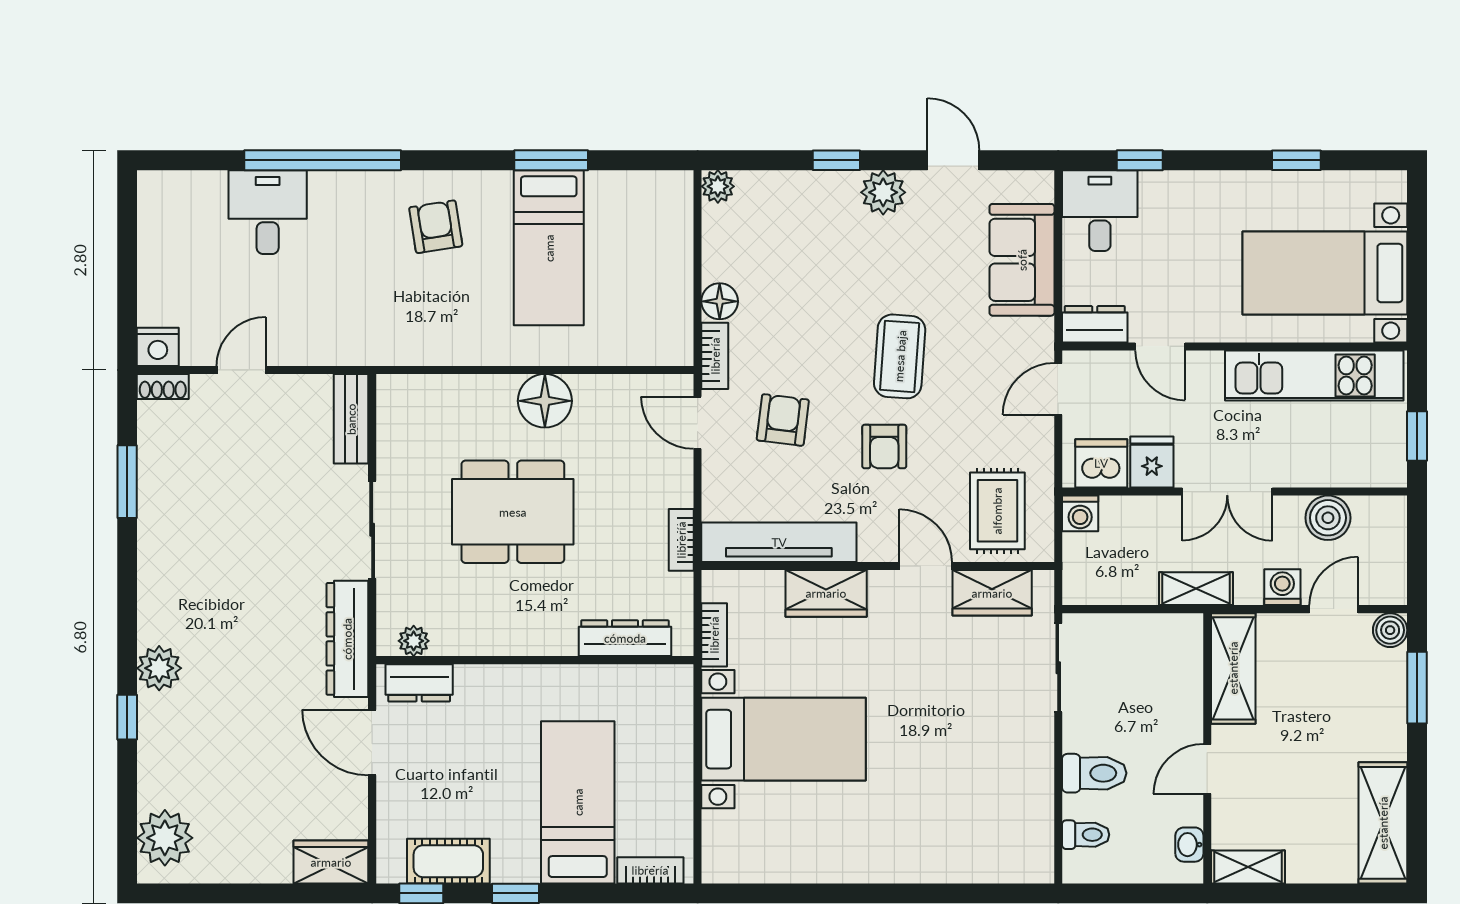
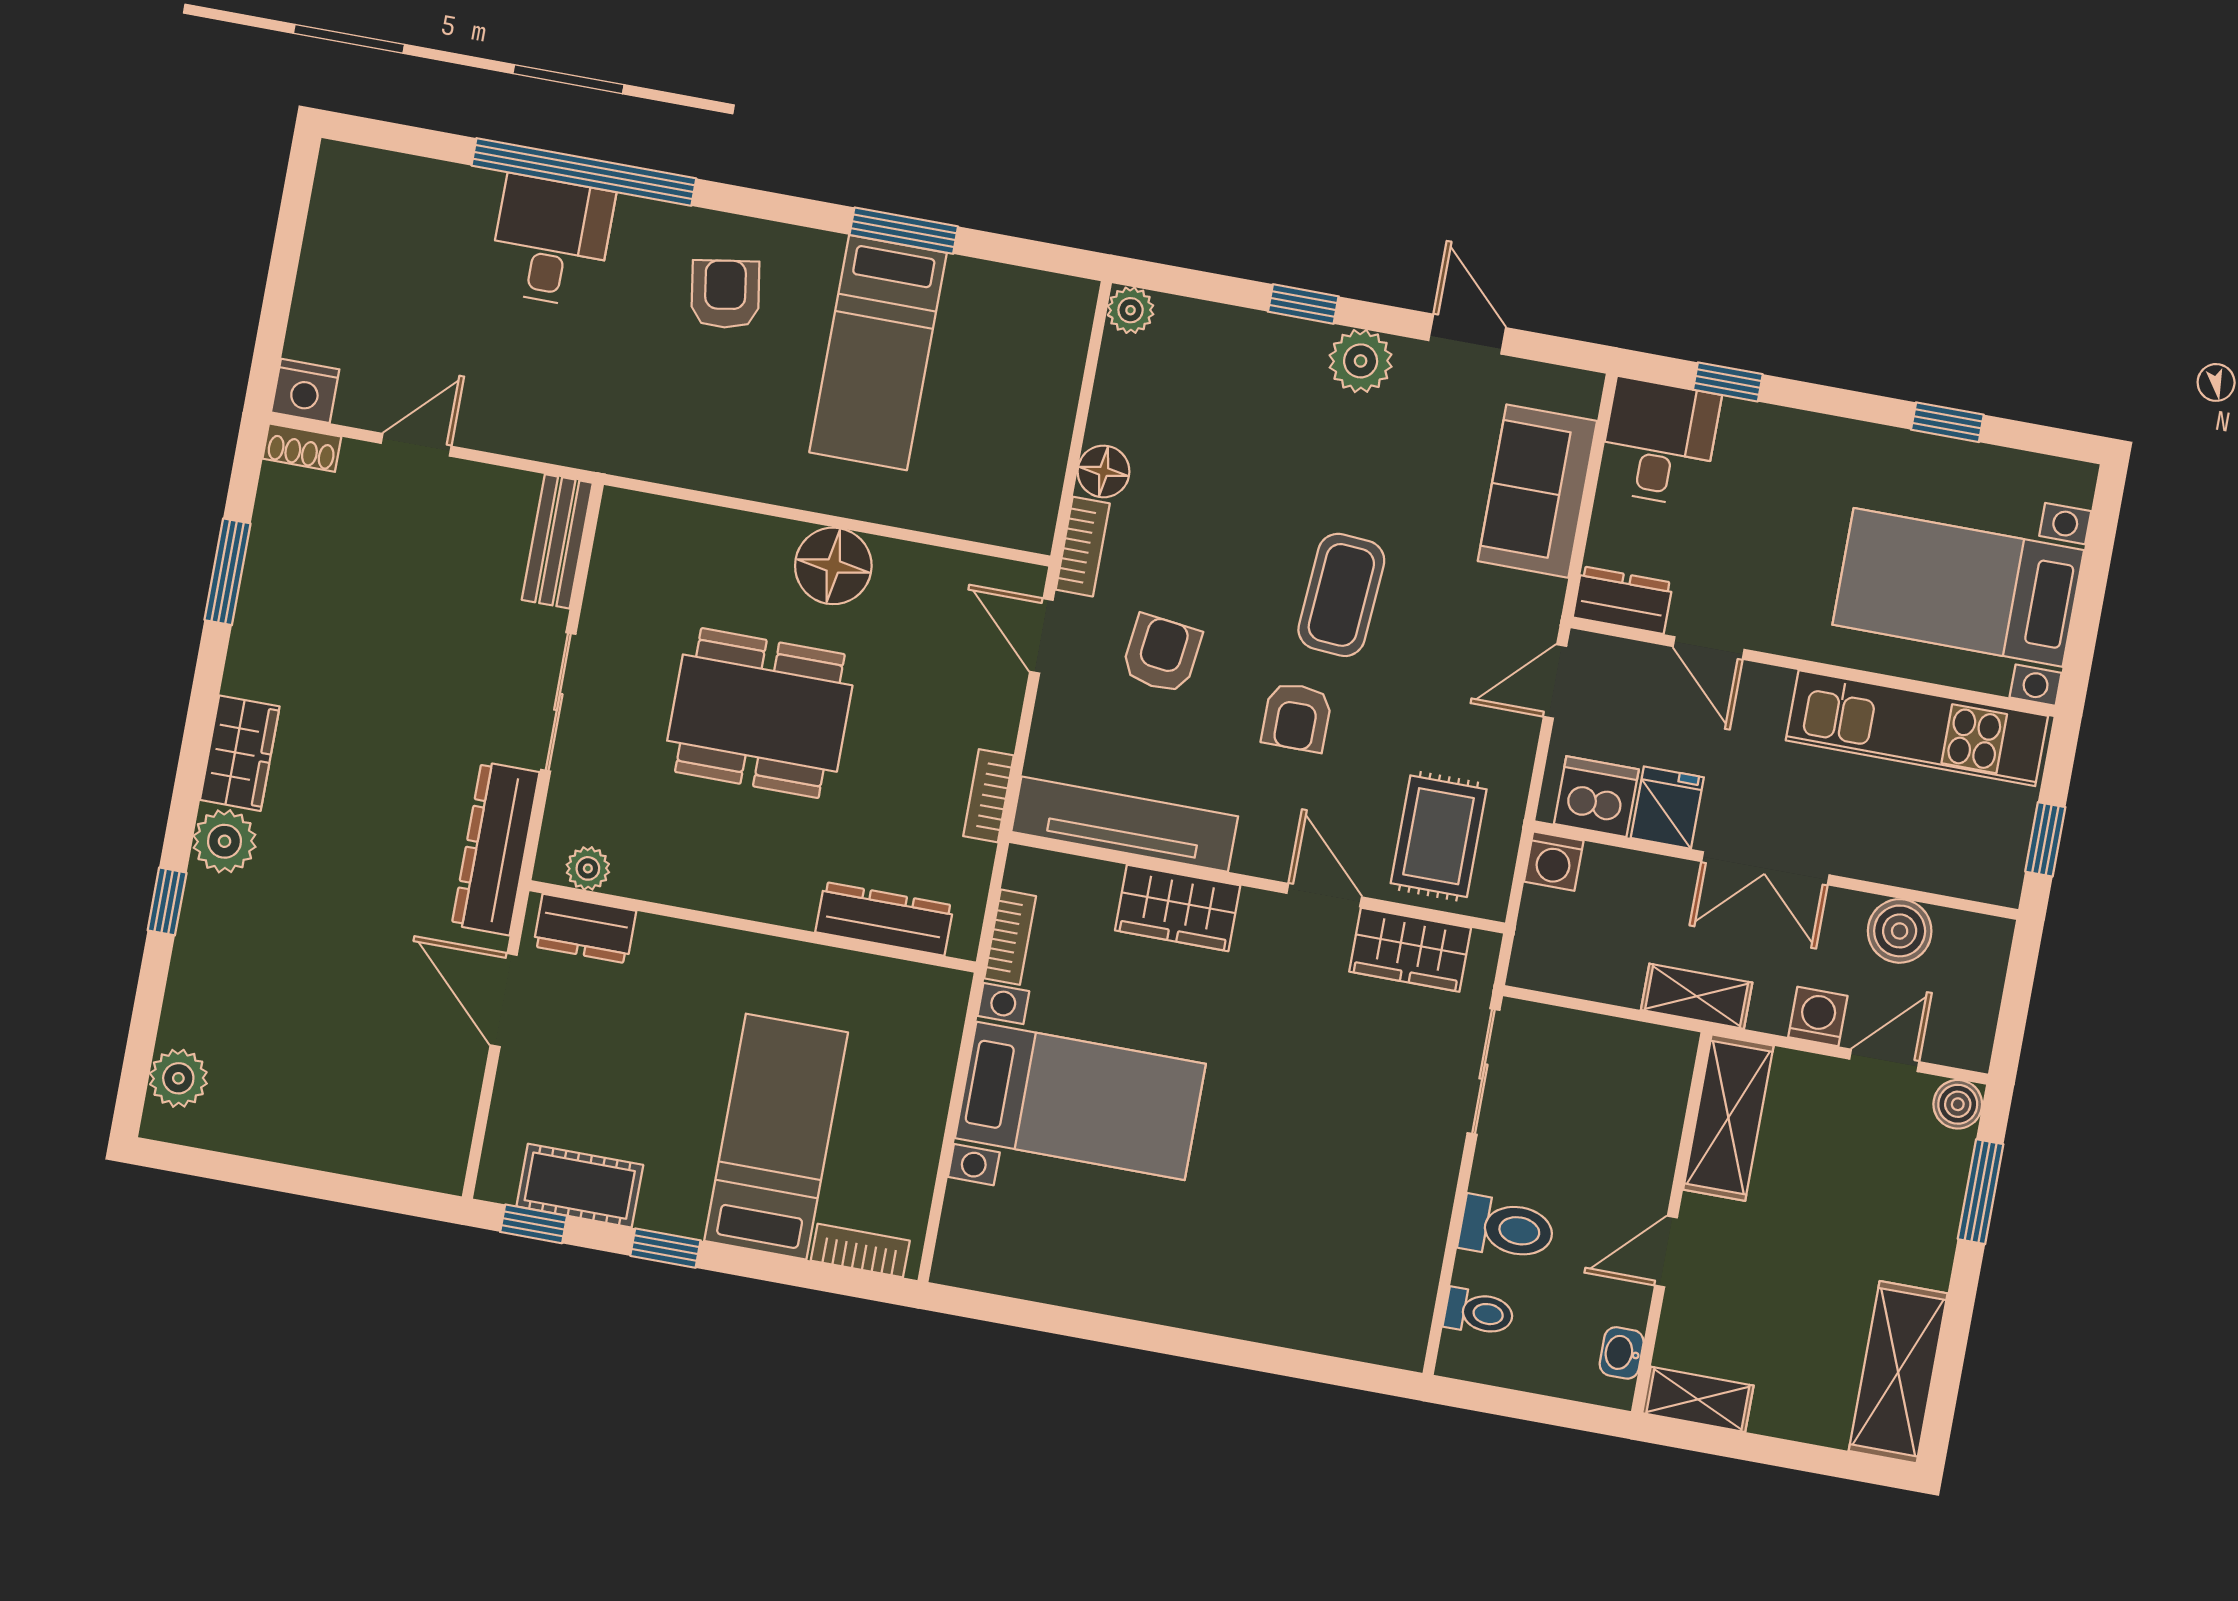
desk: (268, 212) -> (551, 241), moved
plant: (165, 838) -> (178, 1078), width x0.73, depth x0.73
wardrobe: (331, 862) -> (240, 753), moved, turned 90

